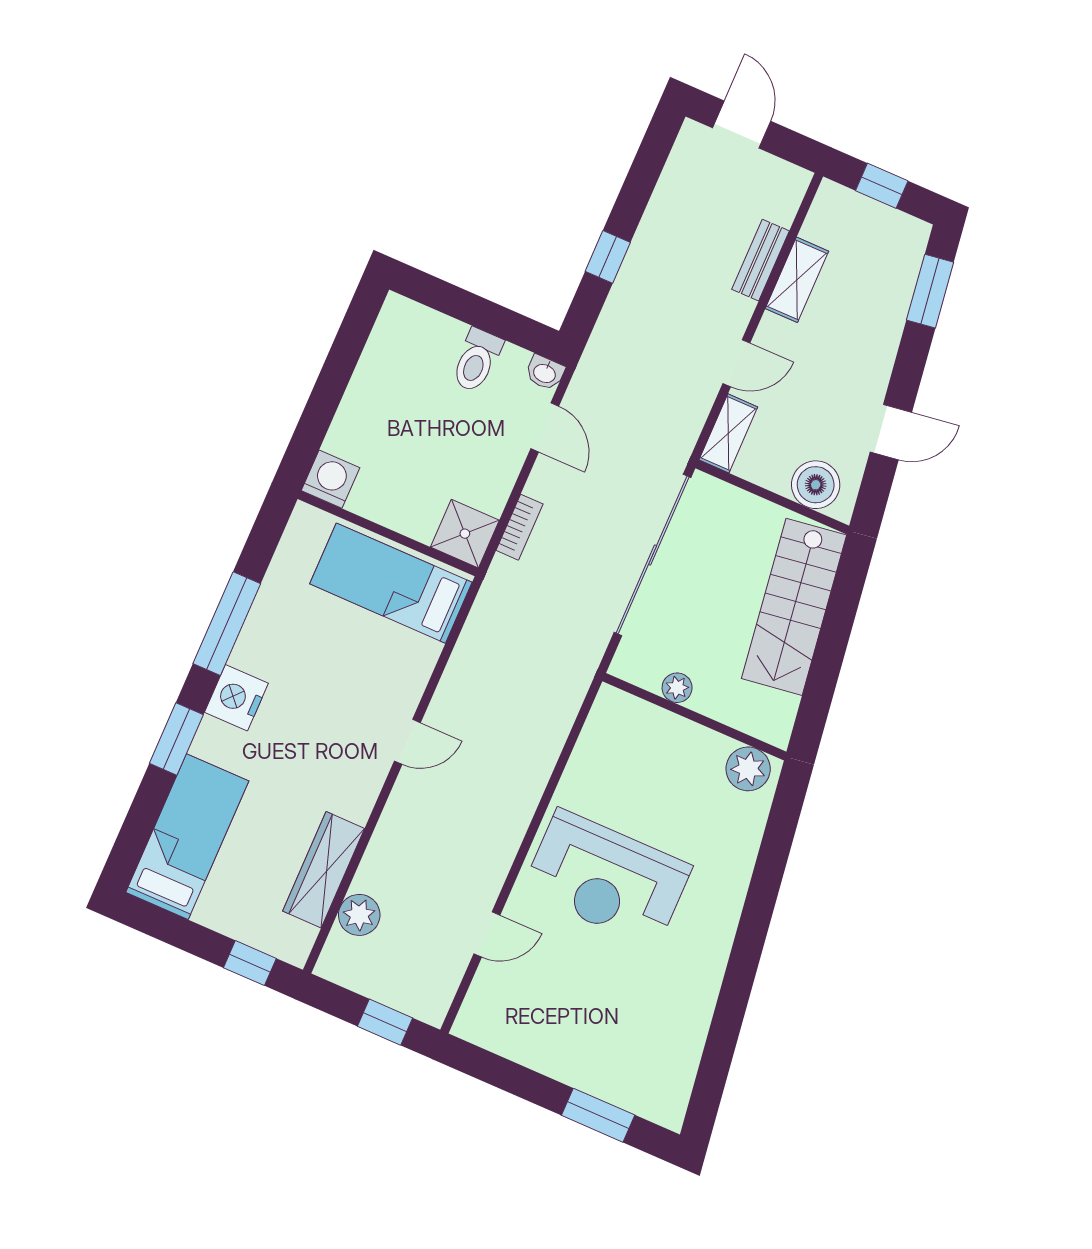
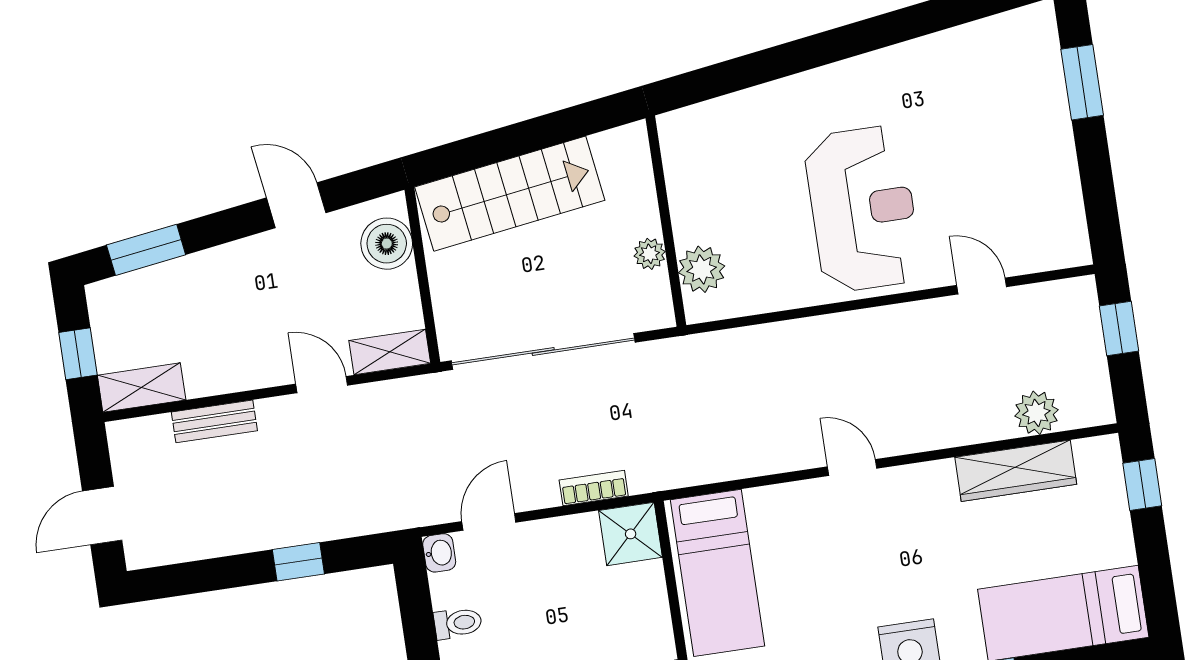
shelving: (797, 280) -> (142, 388), moved
toilet: (477, 360) -> (458, 623), width x0.73, depth x0.72
plant: (748, 769) -> (702, 269), moved

